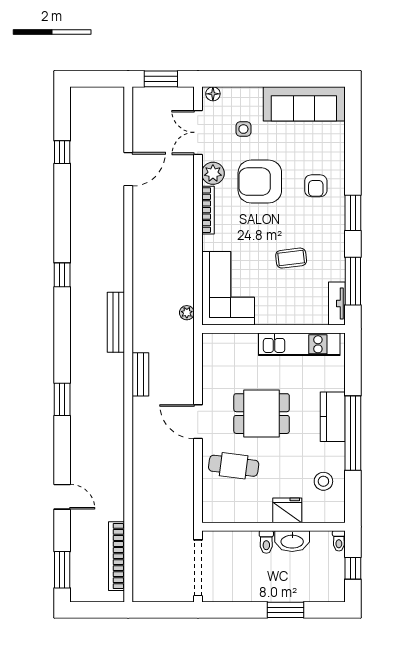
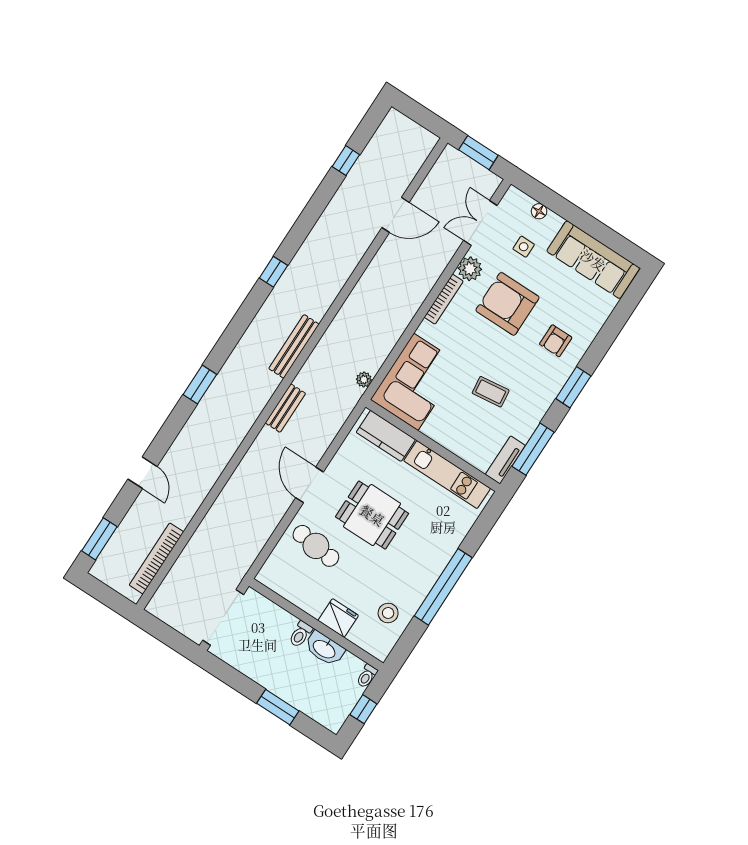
floor lamp: (213, 94) -> (539, 211), moved
kitchen counter: (333, 417) -> (386, 436), moved, turned -90

